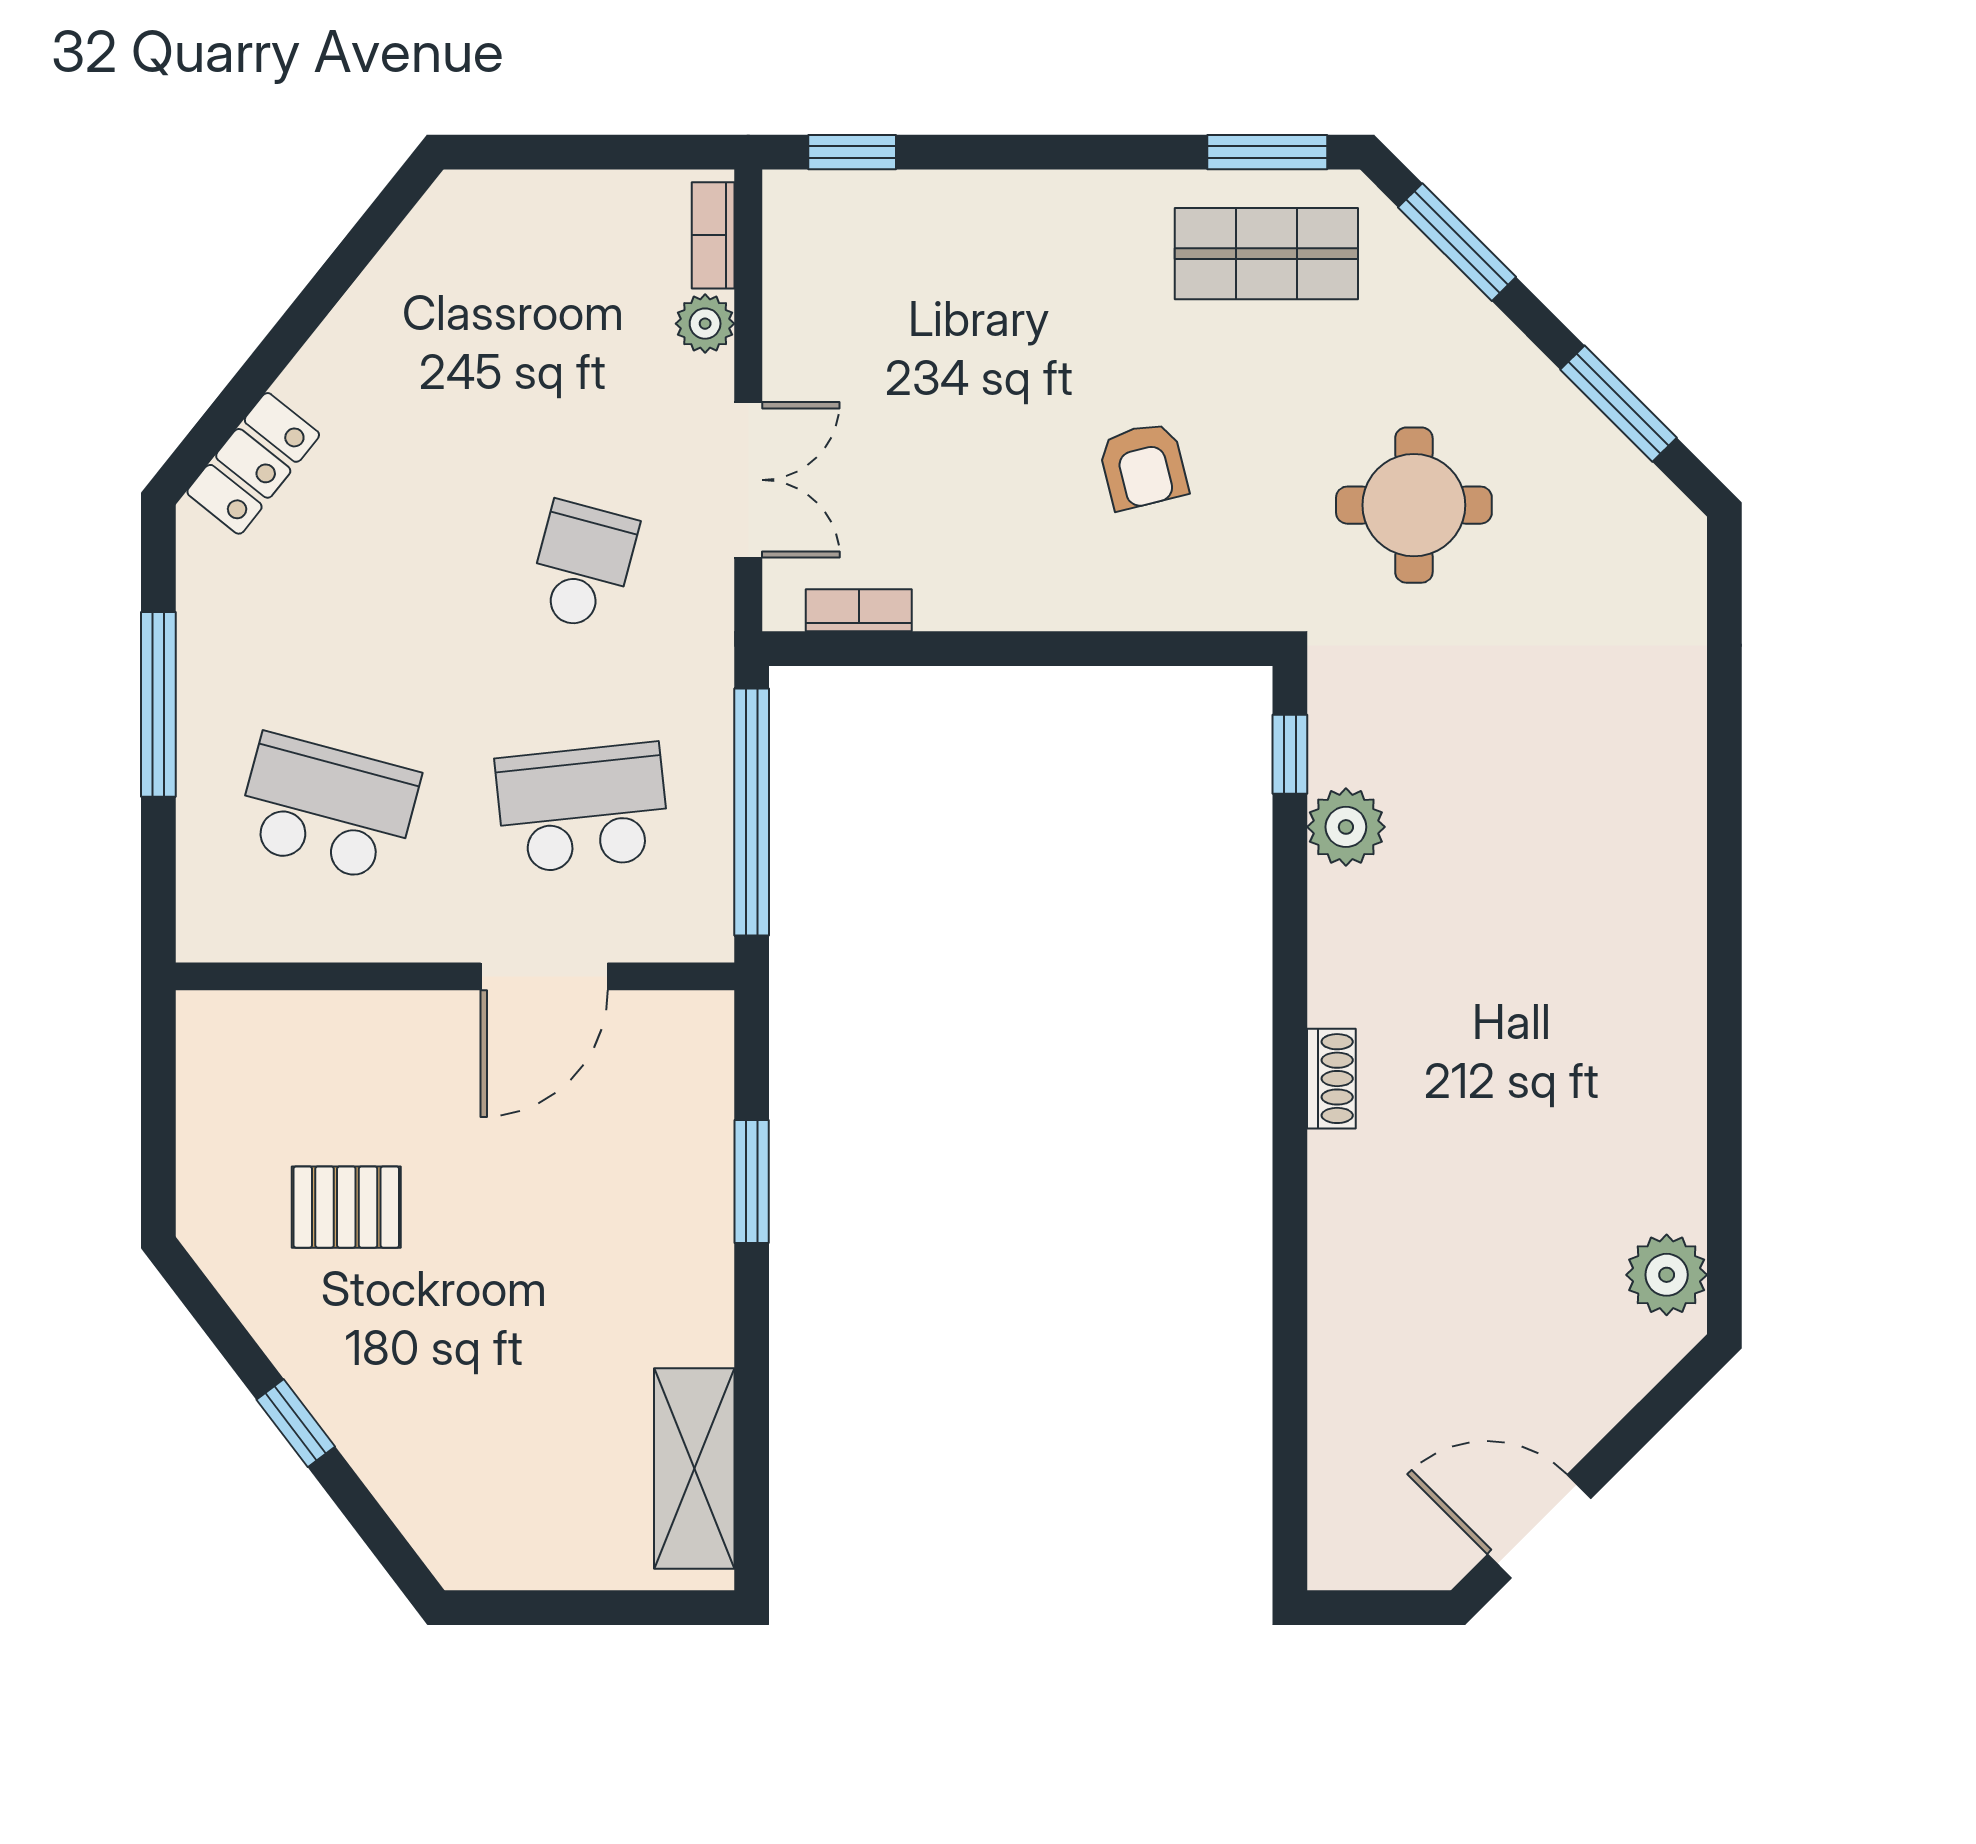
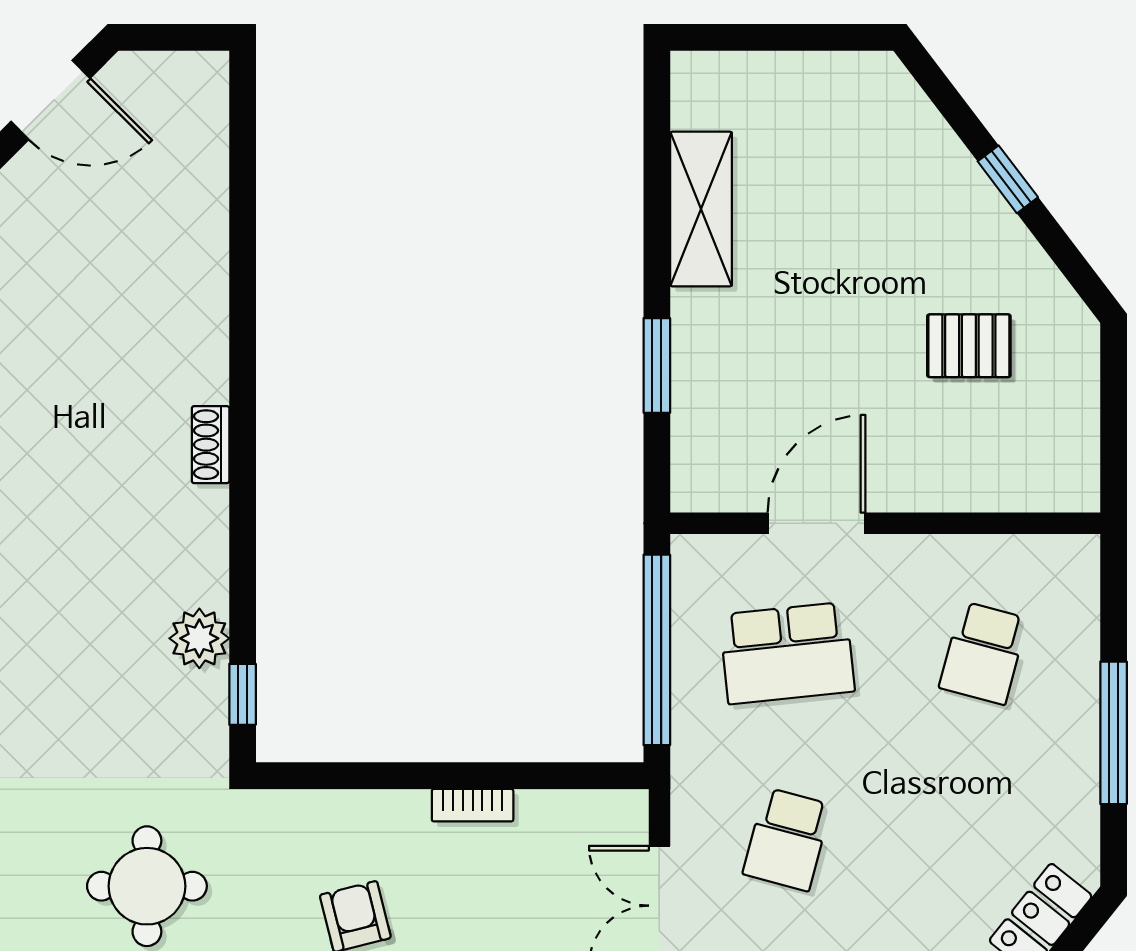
bookcase: (859, 610) -> (473, 805), moved
school desk: (328, 808) -> (983, 653), width x0.54
shelving: (694, 1468) -> (701, 209), moved

